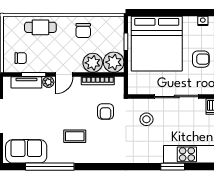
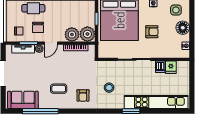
chair: (83, 31) -> (38, 27), moved
armchair: (105, 111) -> (83, 95), moved
stool: (146, 119) -> (109, 88), moved

